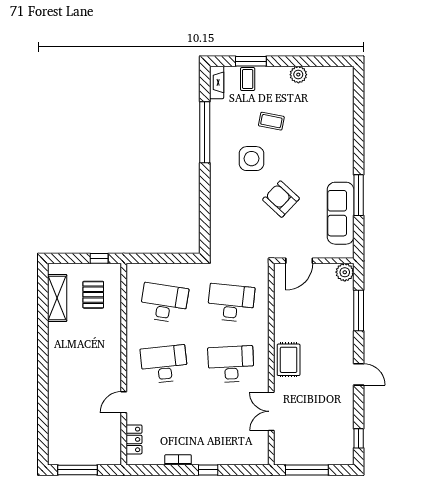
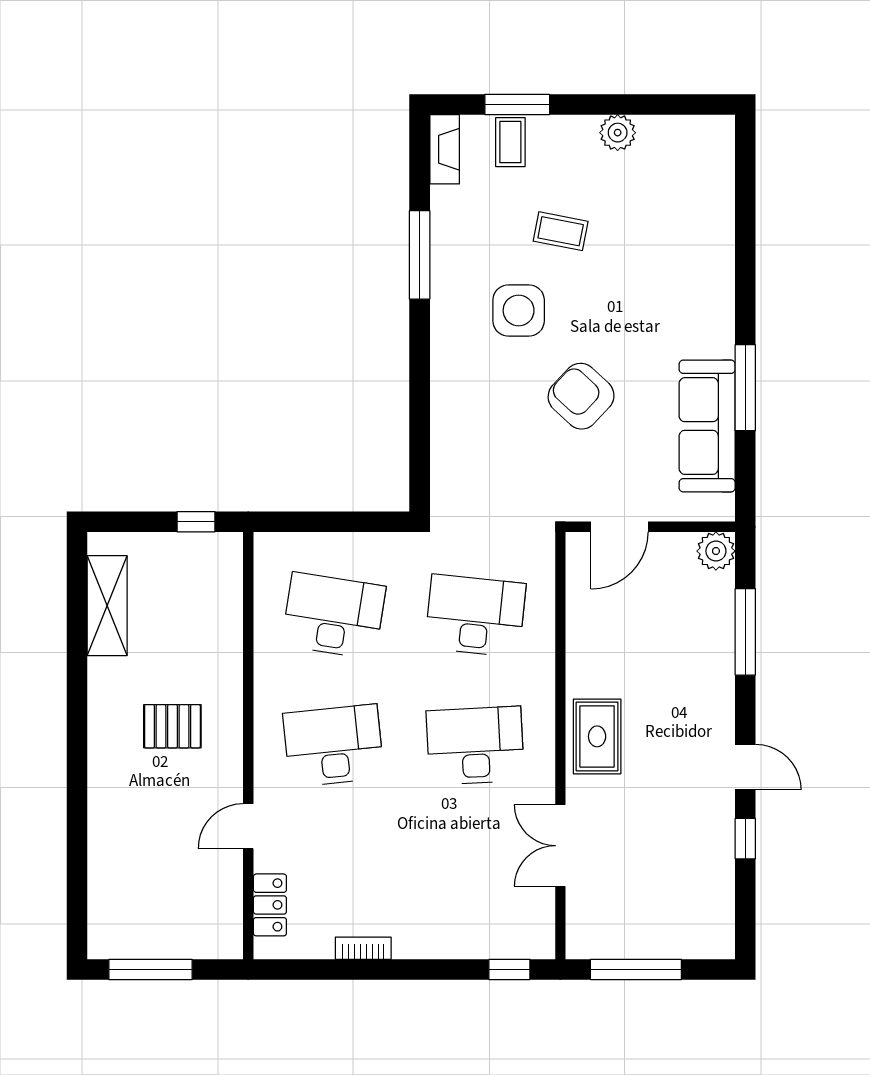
window: (205, 132) -> (420, 255), width x0.68
pallet: (93, 295) -> (172, 726), moved, turned 90
window: (359, 438) -> (745, 839), moved
window: (208, 470) -> (509, 969), moved

